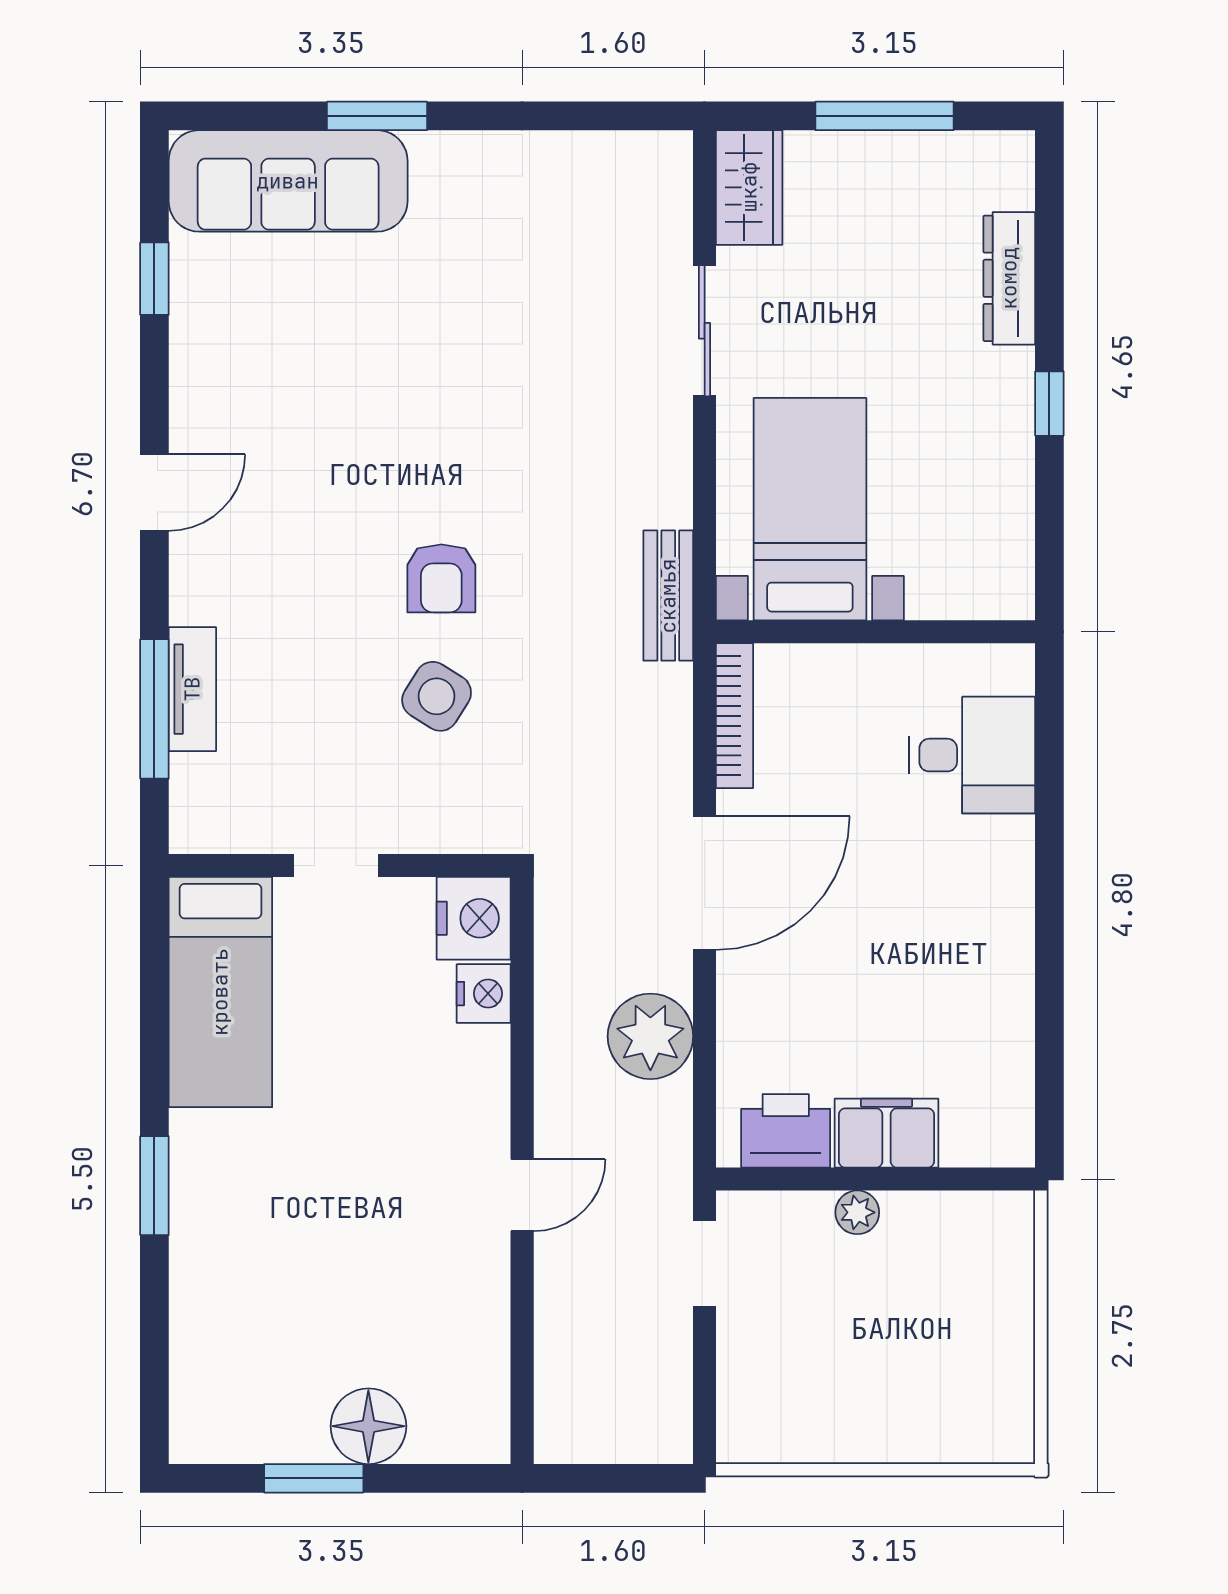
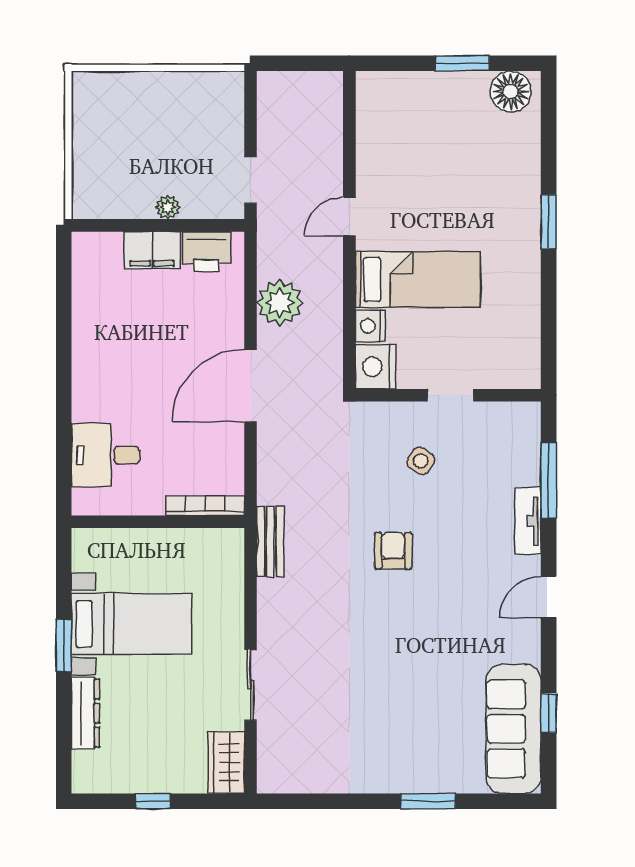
window: (885, 116) -> (153, 801), width x0.46
sofa: (288, 181) -> (513, 729), moved, turned -90
window: (1049, 404) -> (64, 645), width x1.50
bed with nightstands: (810, 509) -> (132, 624), moved, turned -90
tv unit: (192, 689) -> (528, 521), moved
side table: (437, 696) -> (421, 461), moved, width x0.73, depth x0.73
bookcase: (734, 716) -> (205, 506), moved, turned 90
bed: (220, 992) -> (418, 279), moved, turned 90
floor lamp: (368, 1426) -> (511, 91), moved

